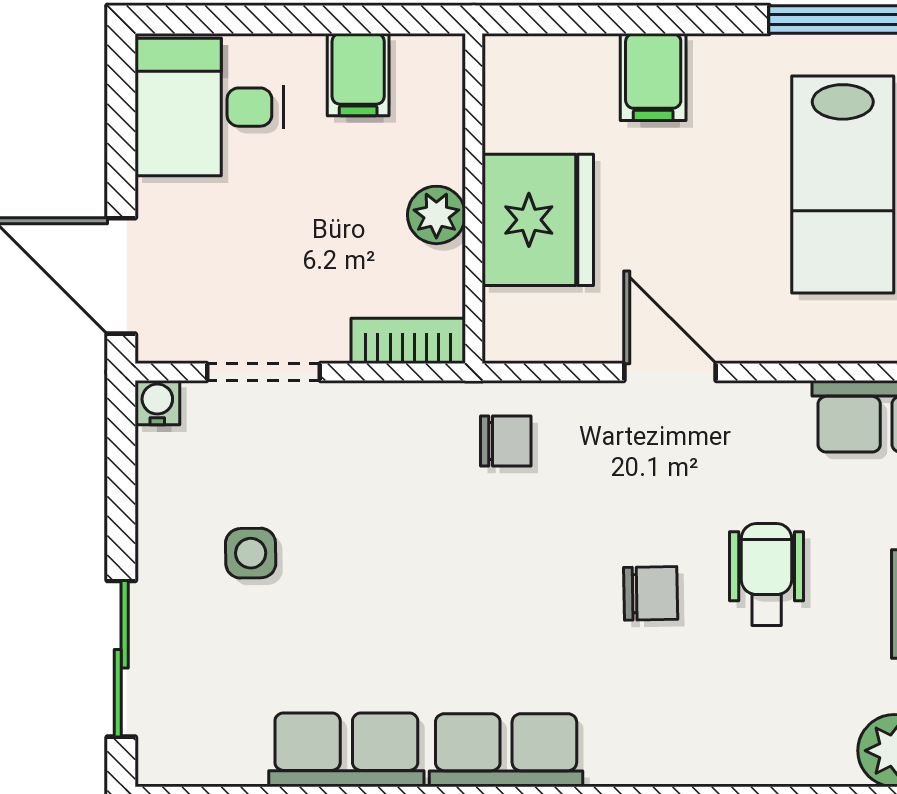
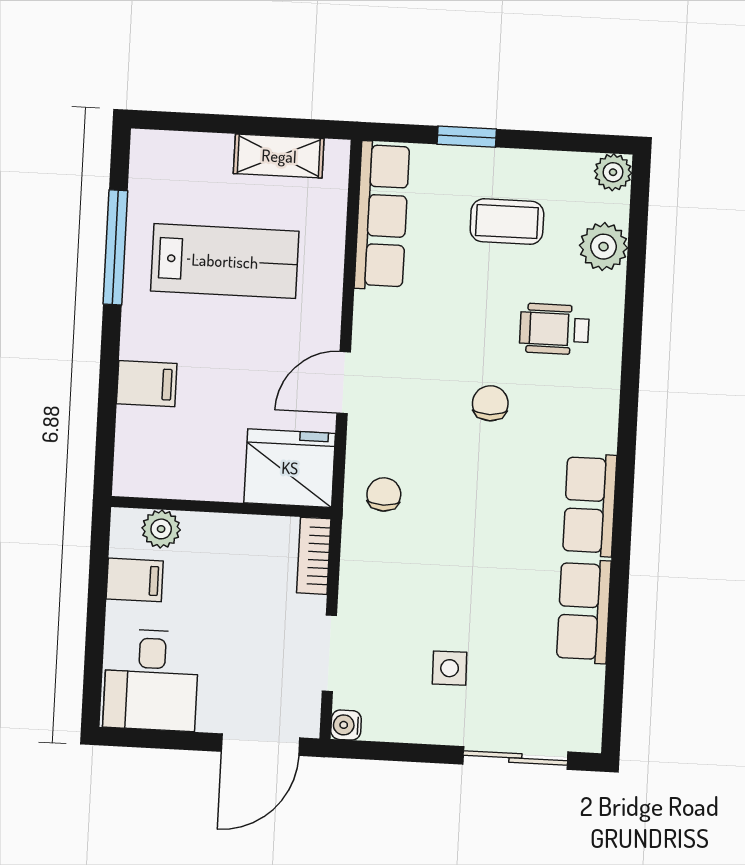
plant: (436, 215) -> (161, 529), moved
fridge: (538, 220) -> (290, 468), moved
wheelchair: (767, 574) -> (554, 329), moved

